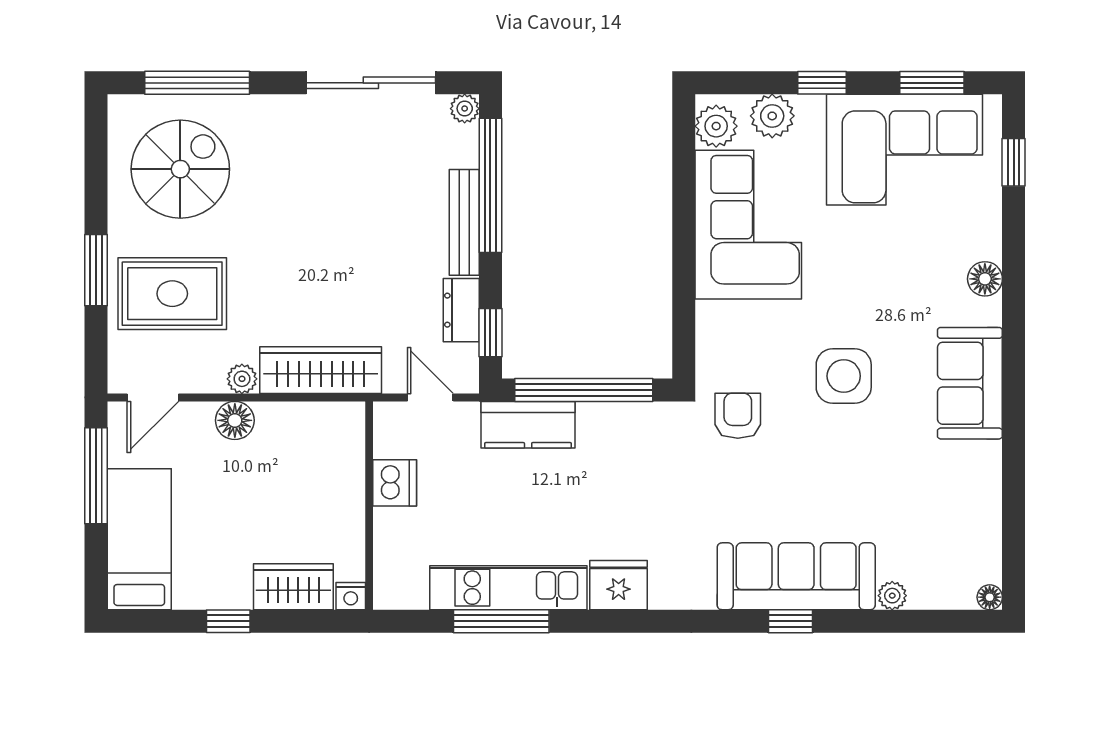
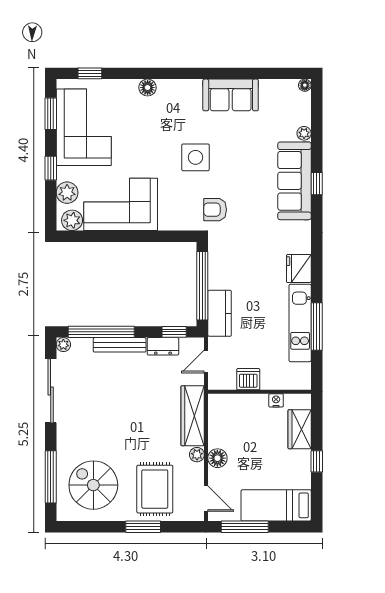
sofa: (970, 383) -> (231, 95), moved
nightstand: (351, 596) -> (276, 400), moved, turned -90

